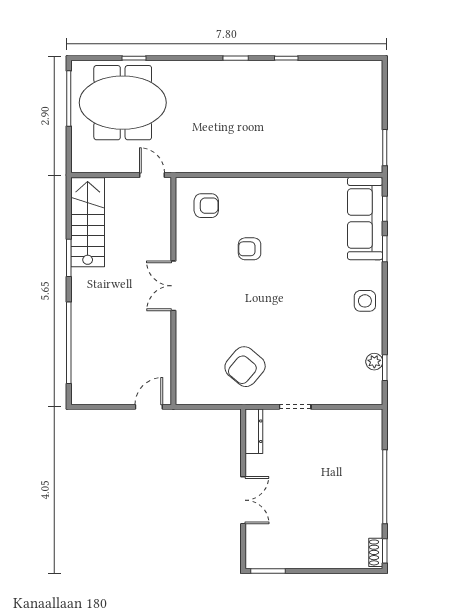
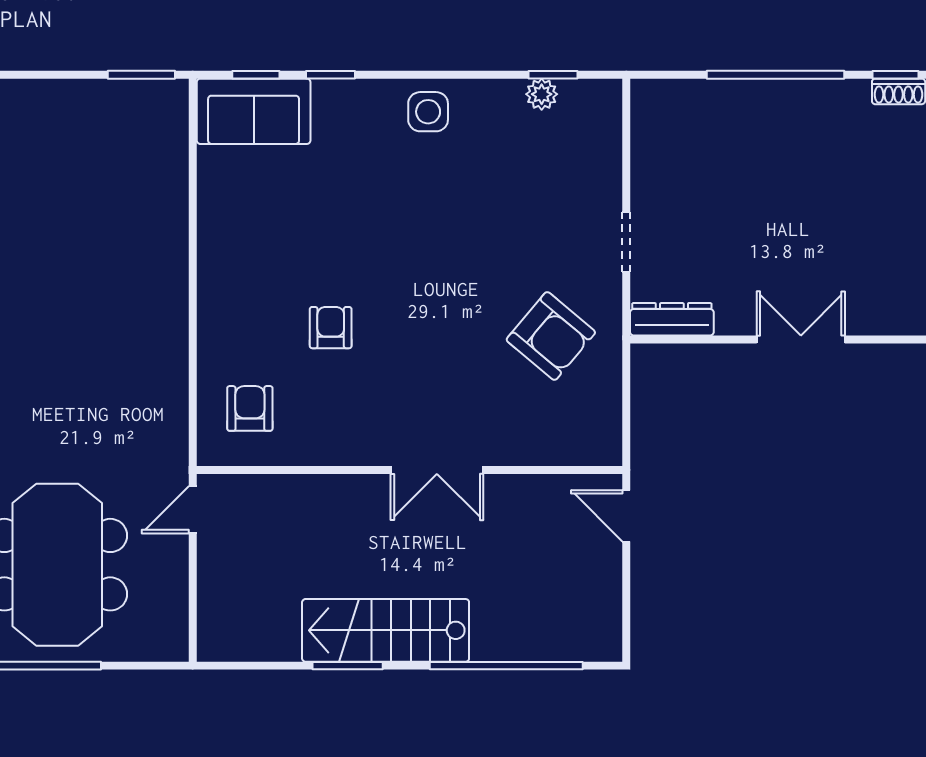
sofa: (365, 219) -> (254, 111), width x0.73
stairs: (88, 222) -> (386, 630), moved
armchair: (250, 249) -> (331, 328), turned 180
double door: (173, 286) -> (437, 470), moved

